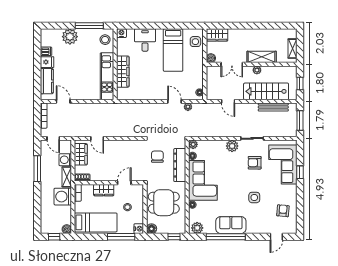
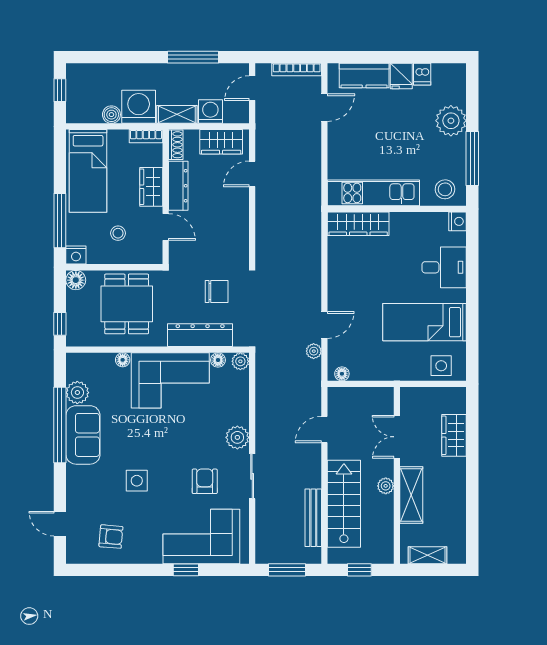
wardrobe: (217, 35) -> (454, 435), moved
boiler: (211, 58) -> (409, 396), removed
wardrobe: (123, 72) -> (358, 224), moved
dresser: (103, 176) -> (178, 186), added
plant: (197, 228) -> (77, 393), moved
boiler: (67, 229) -> (111, 115), moved

